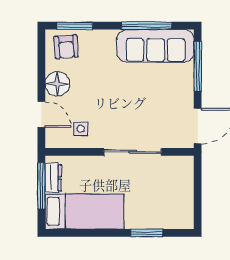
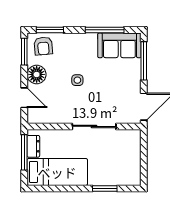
sofa: (156, 46) -> (119, 45), width x0.73
window: (41, 54) -> (24, 52), added
side table: (81, 129) -> (77, 80), moved

